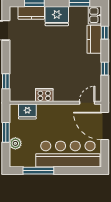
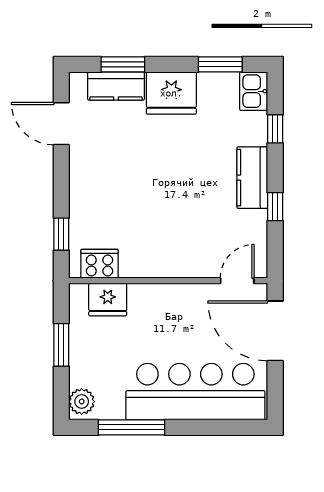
kitchen counter: (94, 39) -> (252, 178), moved
cooker: (44, 95) -> (100, 264), moved
plant: (15, 143) -> (82, 402), moved

